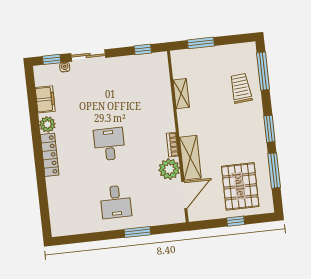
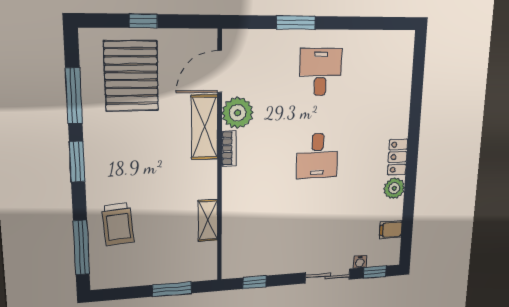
filing cabinet: (45, 99) -> (391, 230), width x0.50
locker: (50, 155) -> (398, 157), width x0.66

